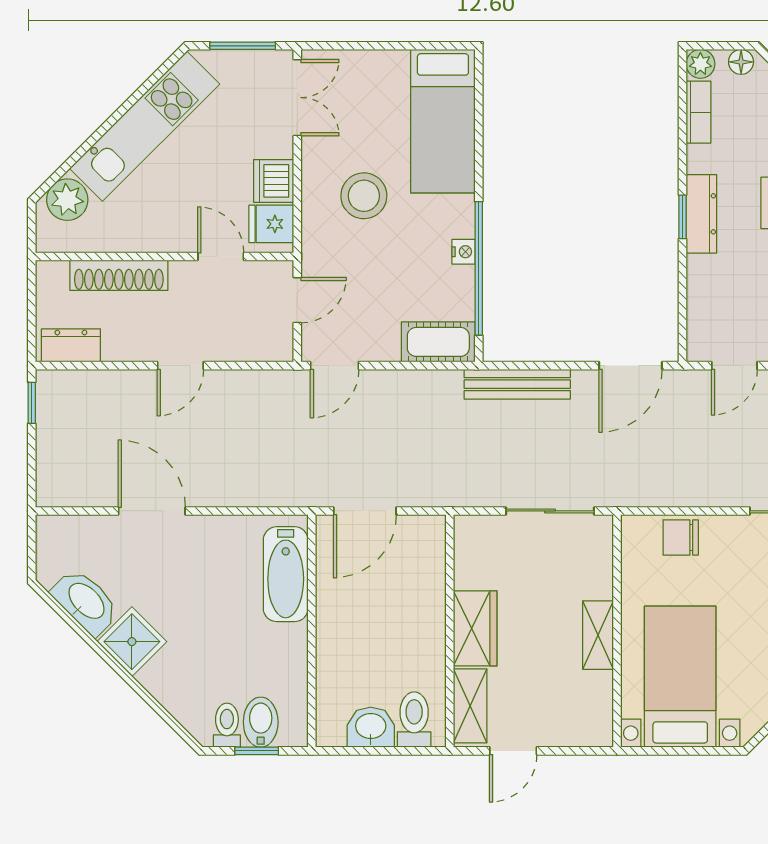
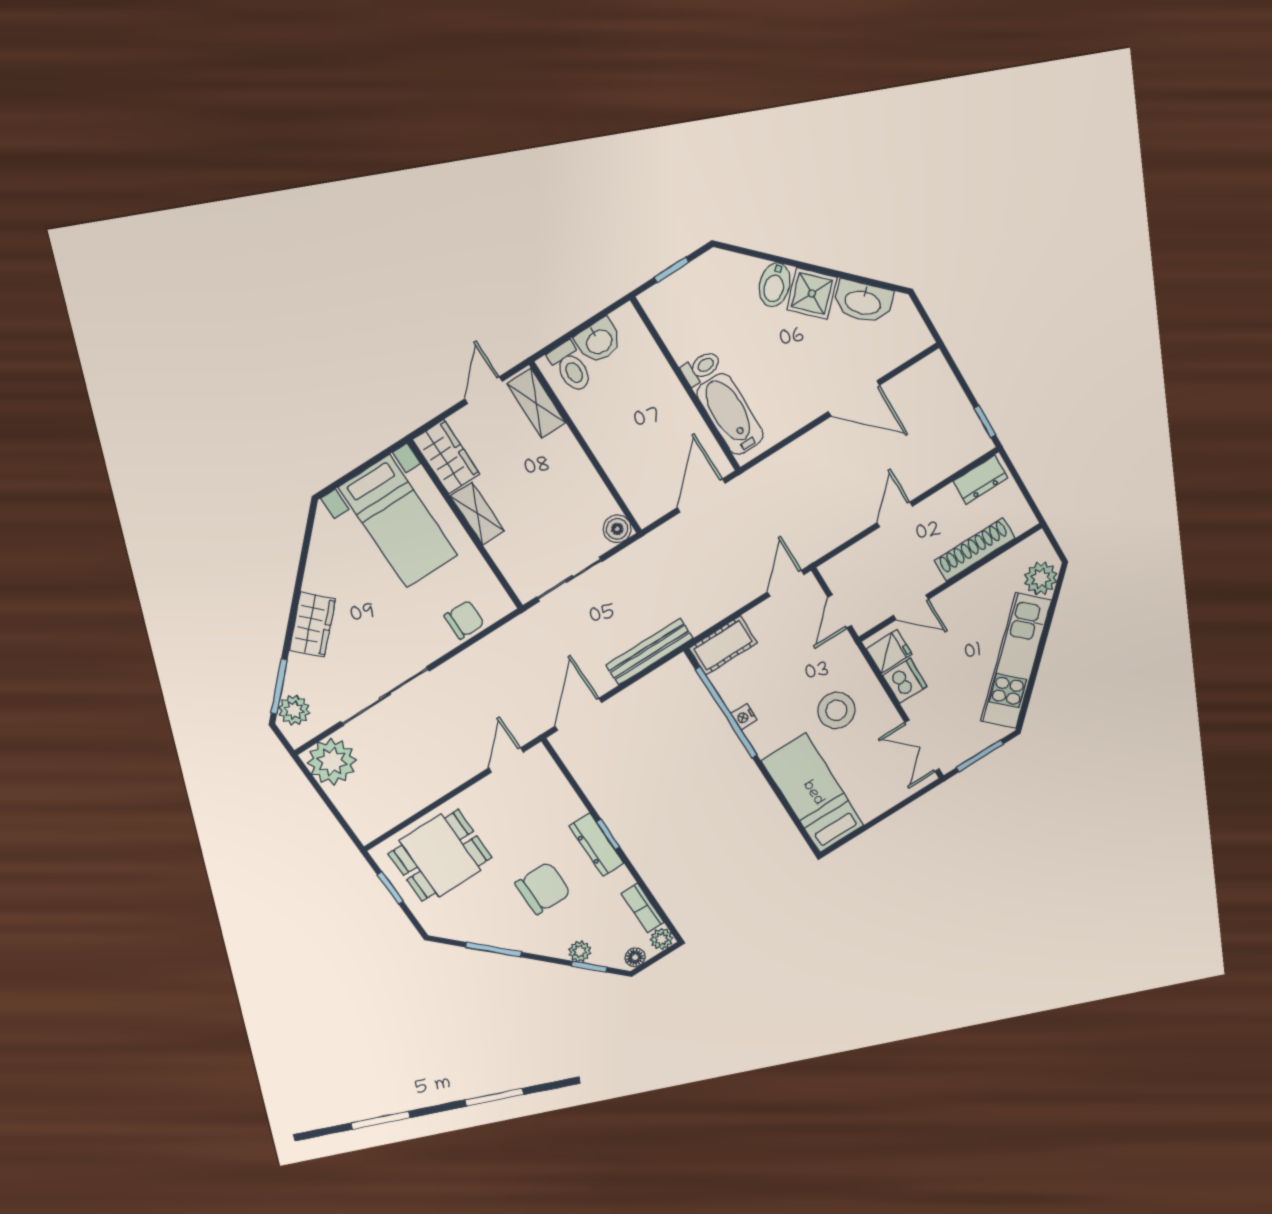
boiler: (470, 531) -> (617, 529), added
wardrobe: (475, 628) -> (446, 457), moved, turned 180
bidet: (261, 722) -> (775, 285), moved, turned 45
toilet: (227, 725) -> (701, 368), moved, turned -90

